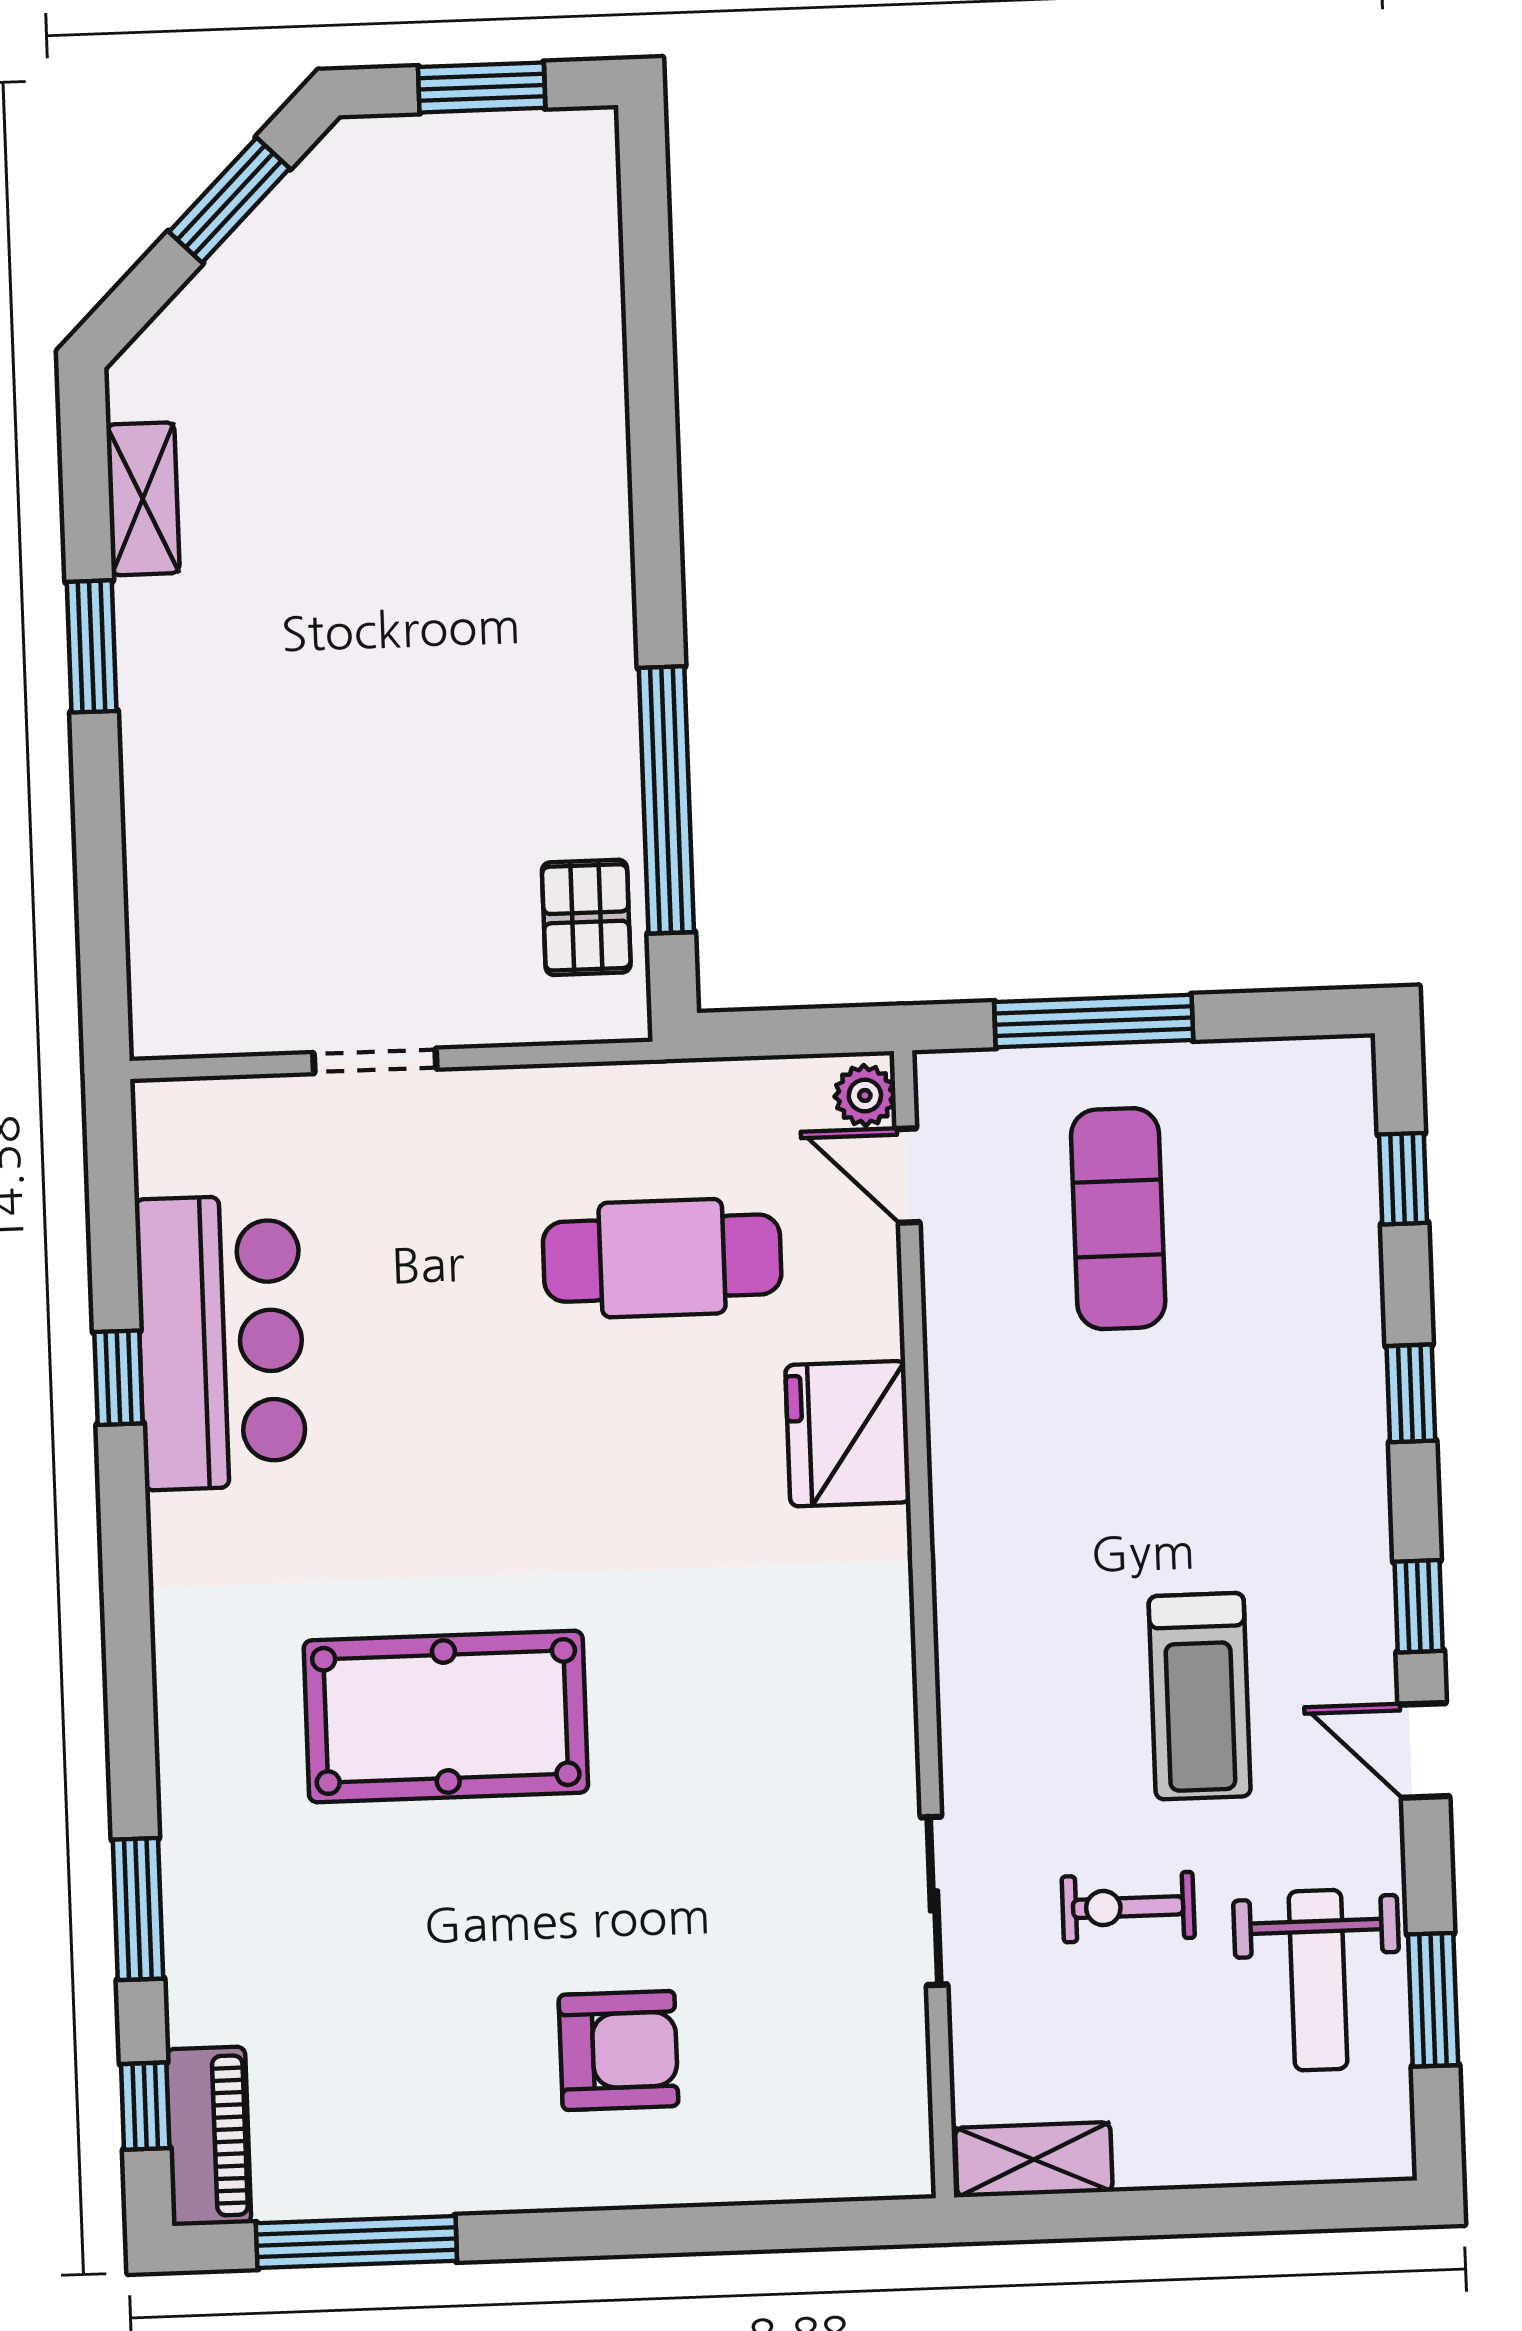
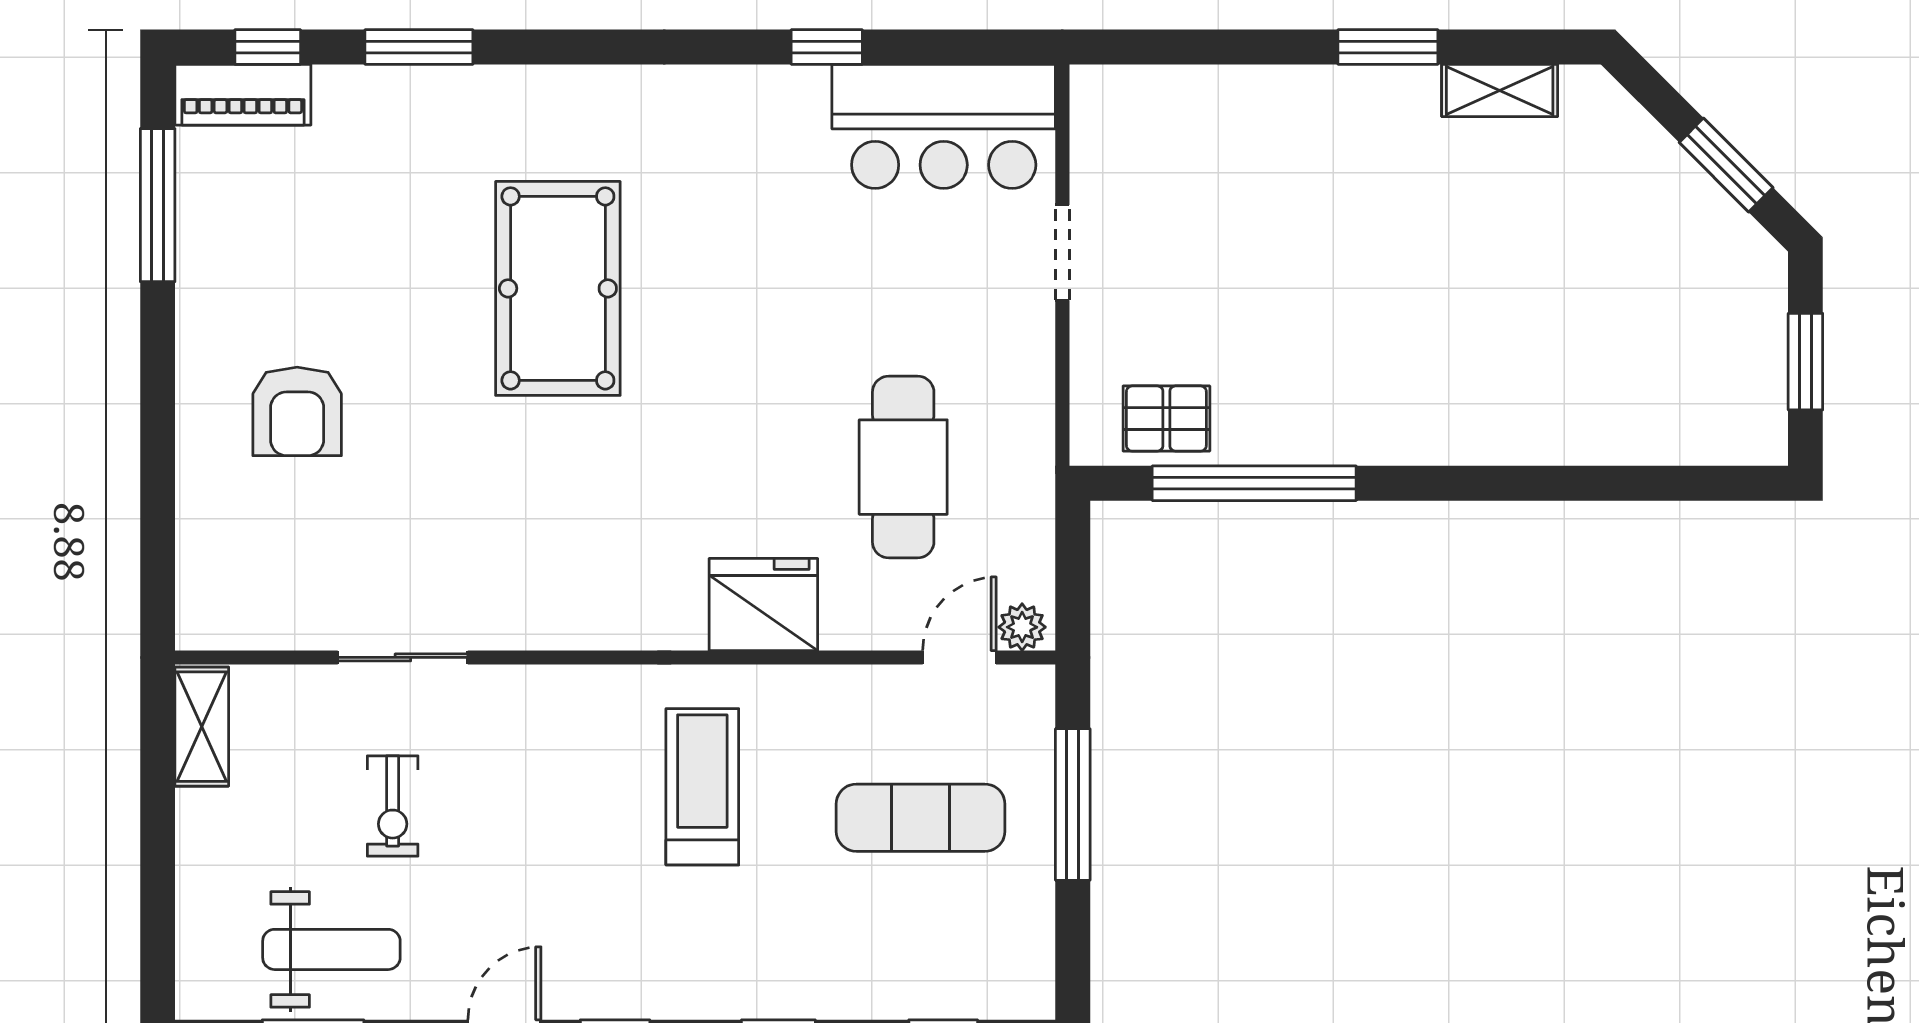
bar counter: (221, 1342) -> (944, 126), moved
treadmill: (1200, 1696) -> (702, 787), moved, turned 90
exercise bike: (1128, 1907) -> (393, 806), turned 180
weight bench: (1318, 1980) -> (331, 949), turned 180

